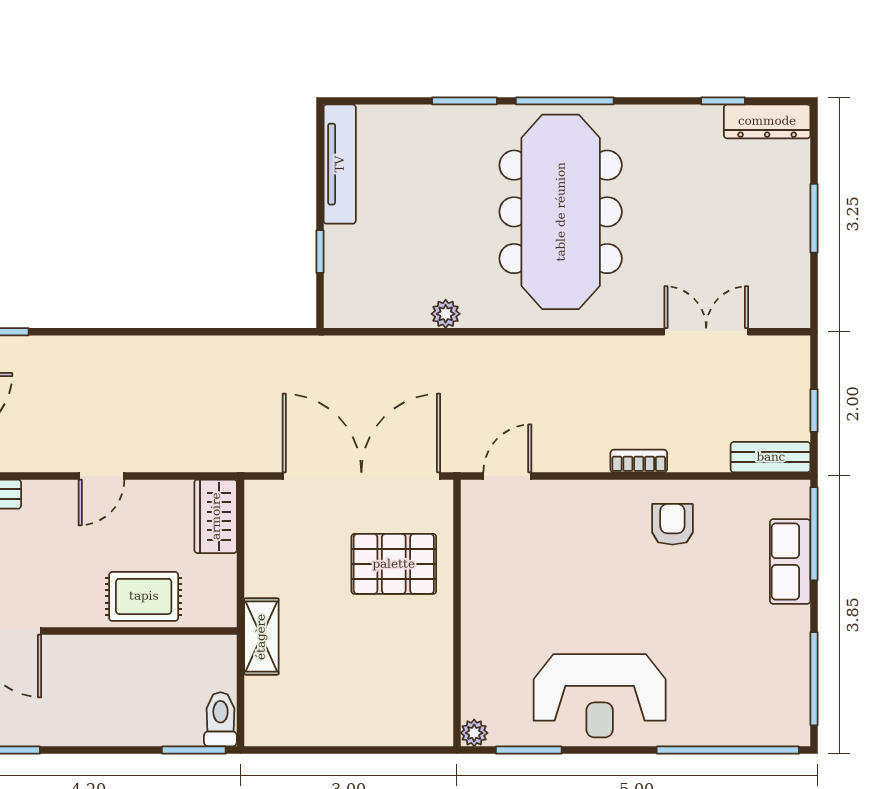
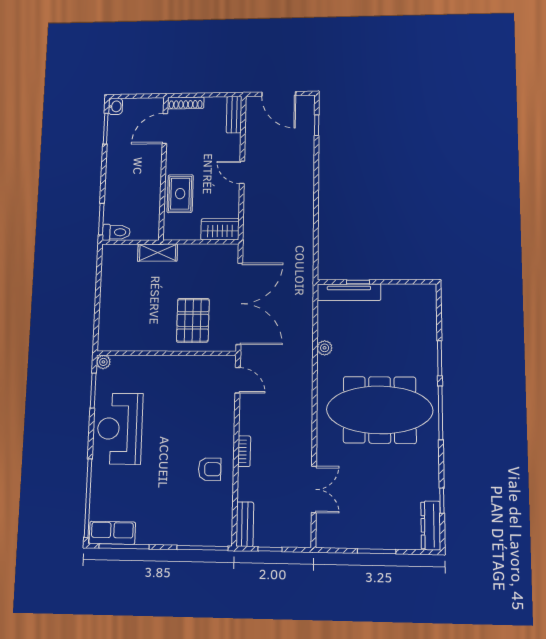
tv unit: (340, 164) -> (349, 292), moved
row of seats: (790, 561) -> (112, 533), moved

